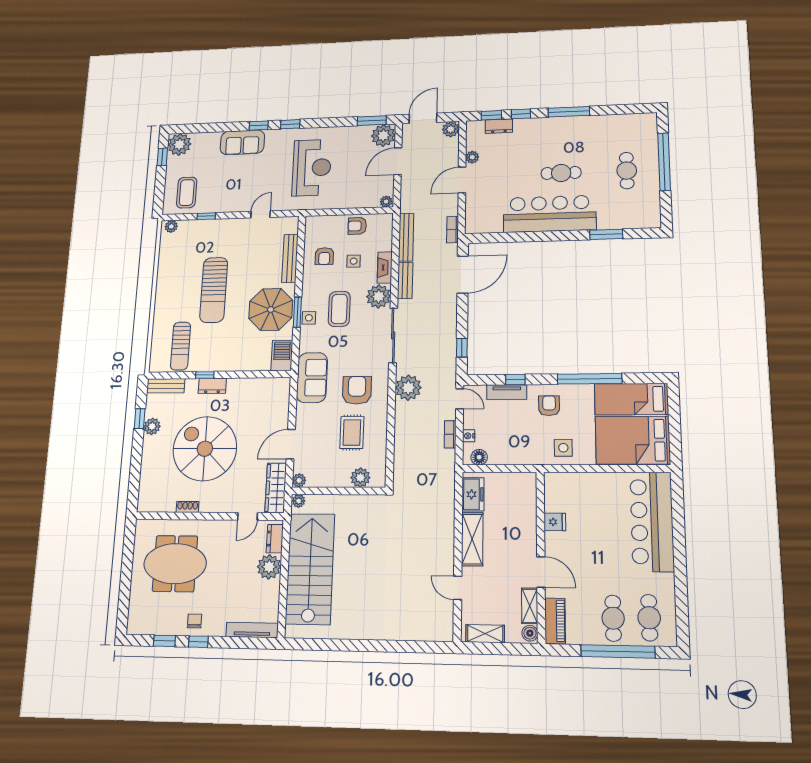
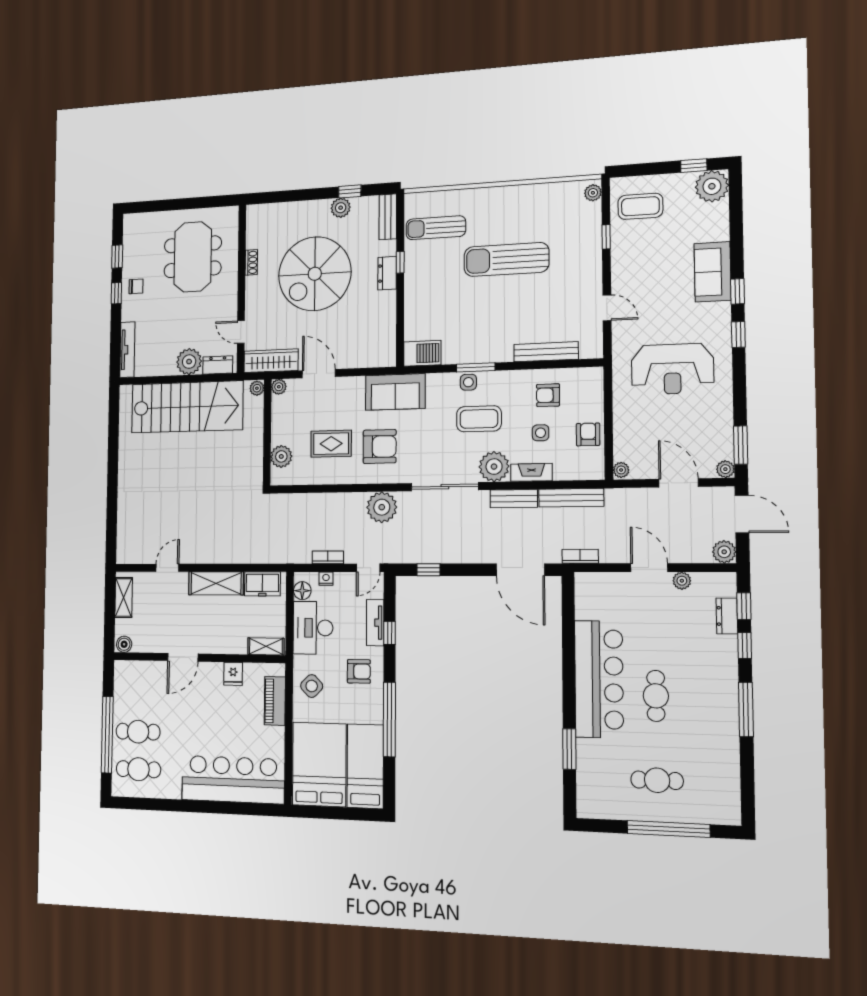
plant: (383, 136) -> (725, 469), width x0.53, depth x0.53
parasol: (271, 309) -> (480, 334), removed
desk: (512, 447) -> (313, 628), added
side table: (563, 448) -> (312, 686), turned 45
spiral stairs: (205, 449) -> (315, 274), turned 180
shelving: (530, 606) -> (266, 646), moved
piano: (555, 621) -> (275, 701), moved, turned 90

